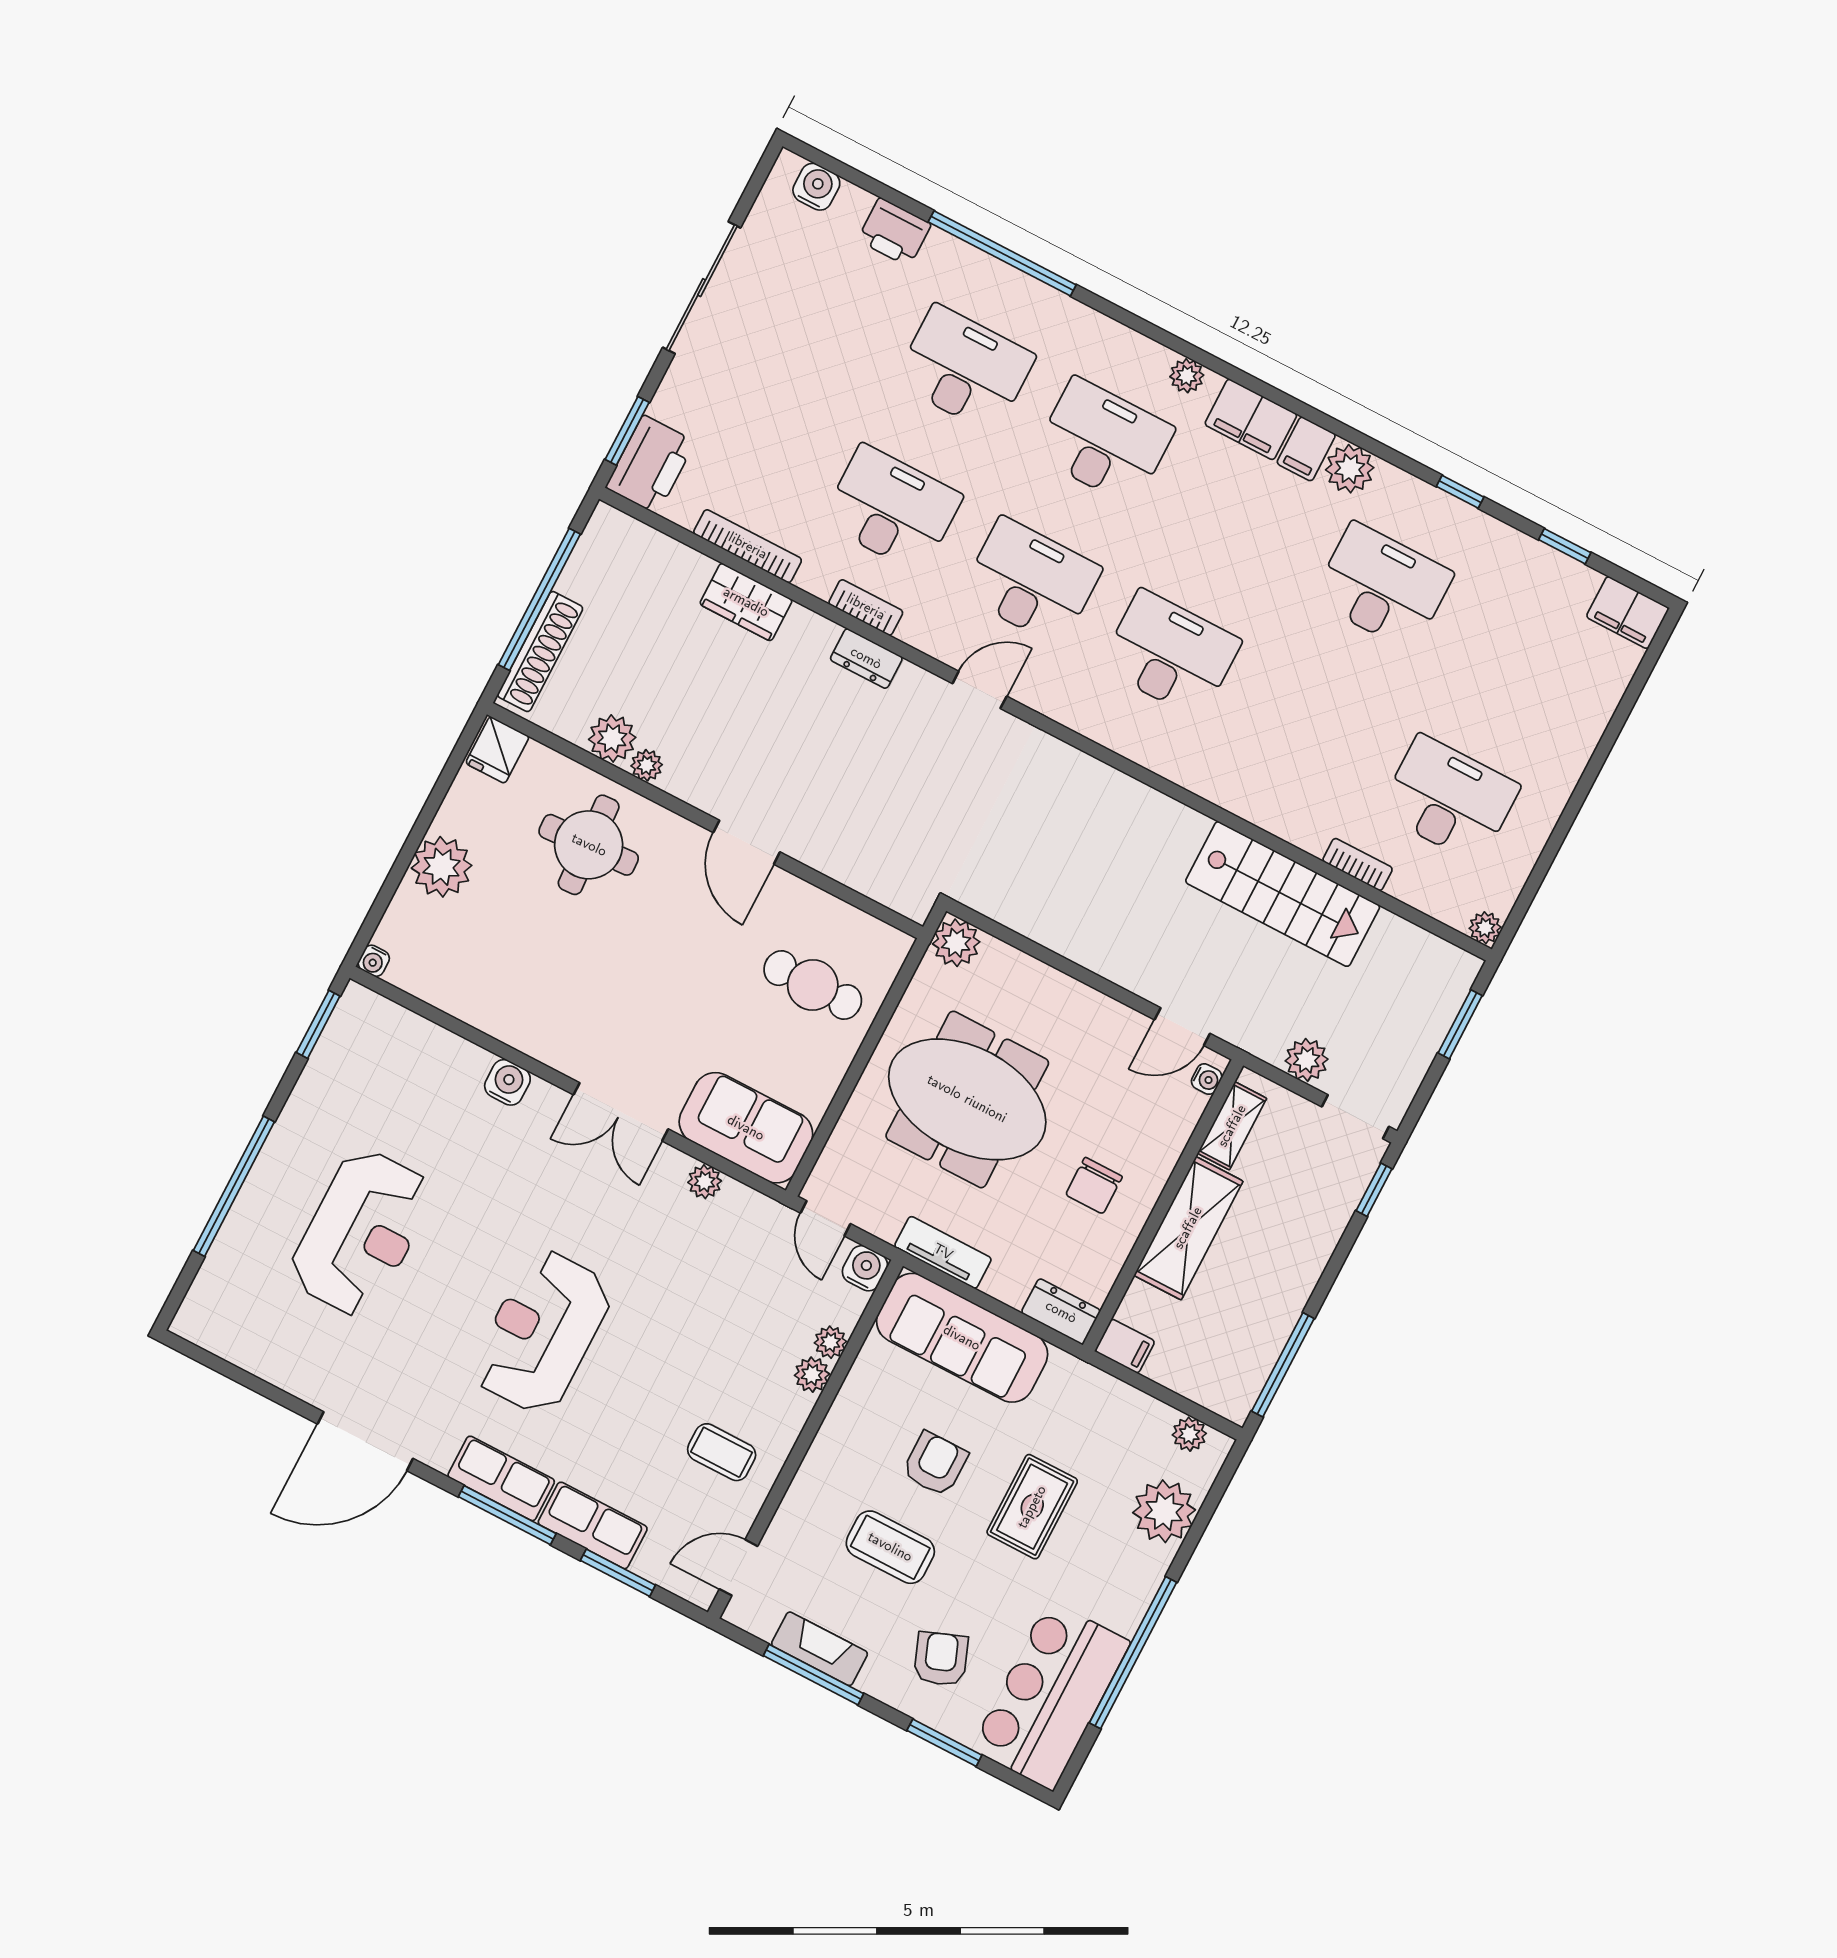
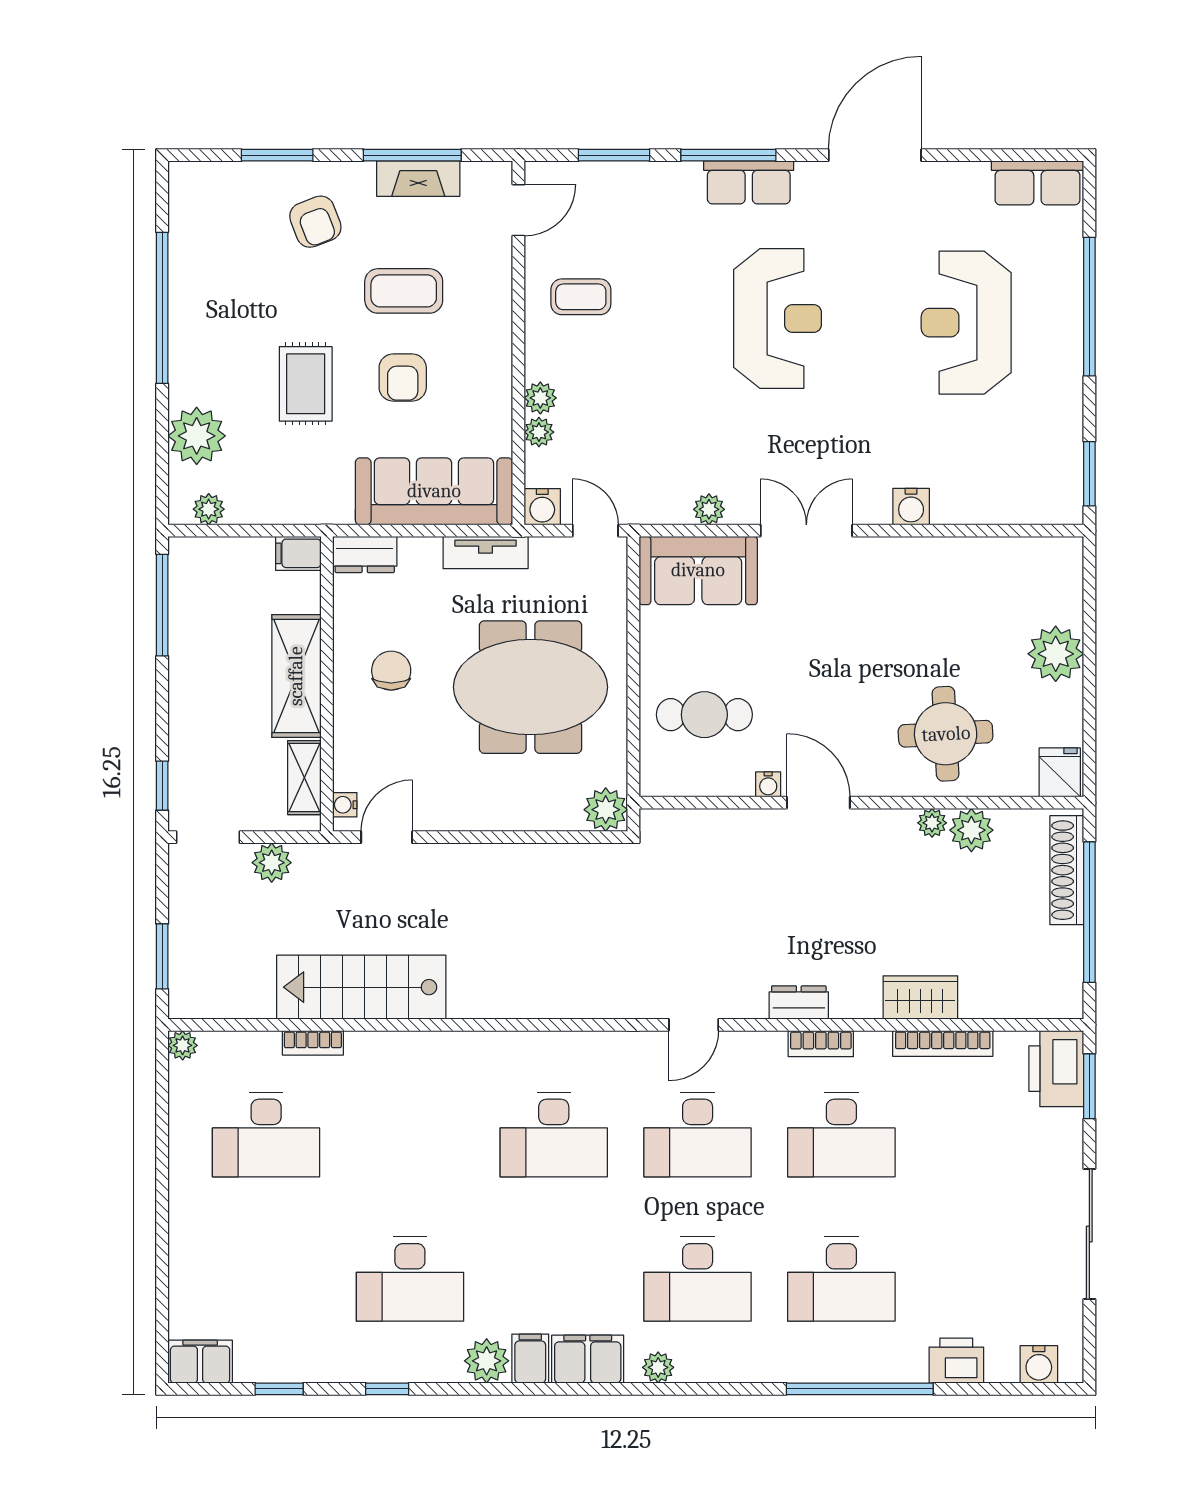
water cooler: (374, 961) -> (768, 784), moved, turned 180
row of seats: (593, 1525) -> (1037, 183), moved
bar counter: (1051, 1695) -> (211, 238), removed

